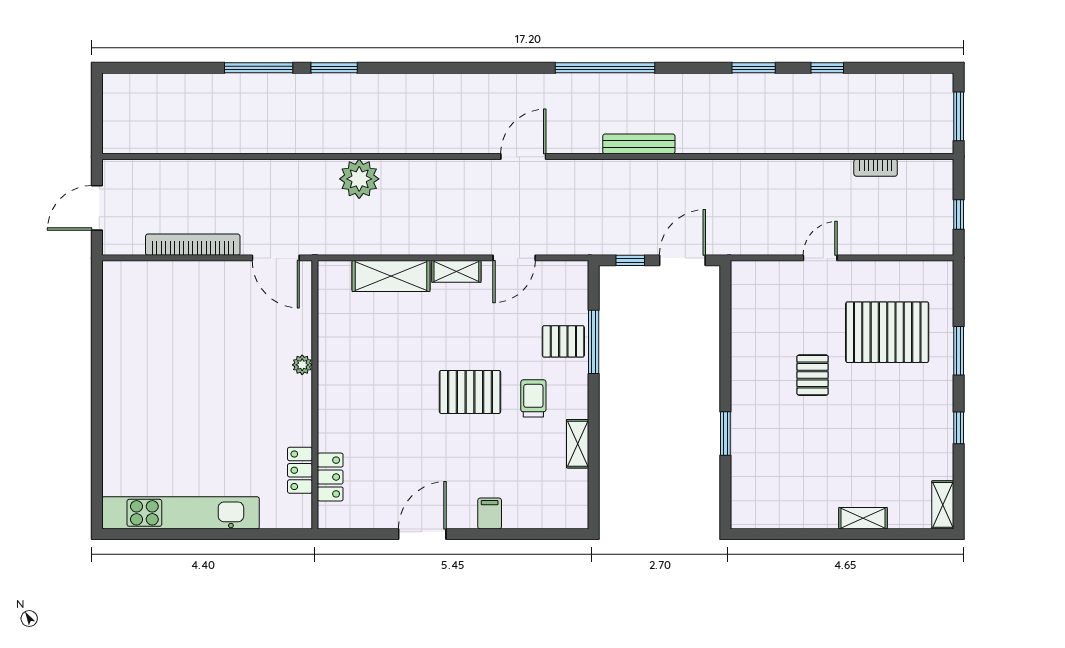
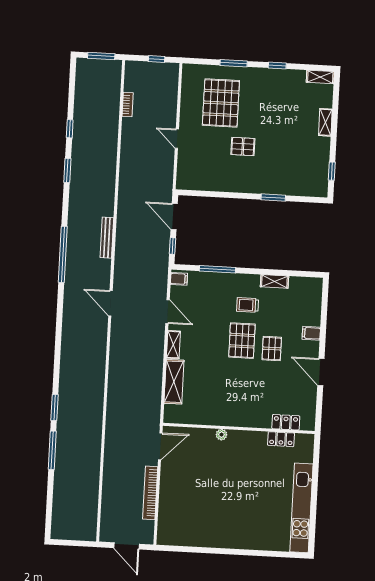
plant: (359, 179) -> (118, 397), removed
filing cabinet: (573, 275) -> (179, 279), added
pallet: (563, 341) -> (272, 349), moved
window: (777, 534) -> (332, 171), added

